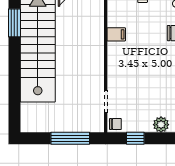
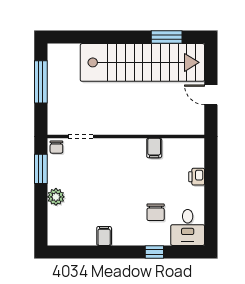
window: (70, 138) -> (41, 82), moved
window: (135, 138) -> (41, 169), width x1.50

